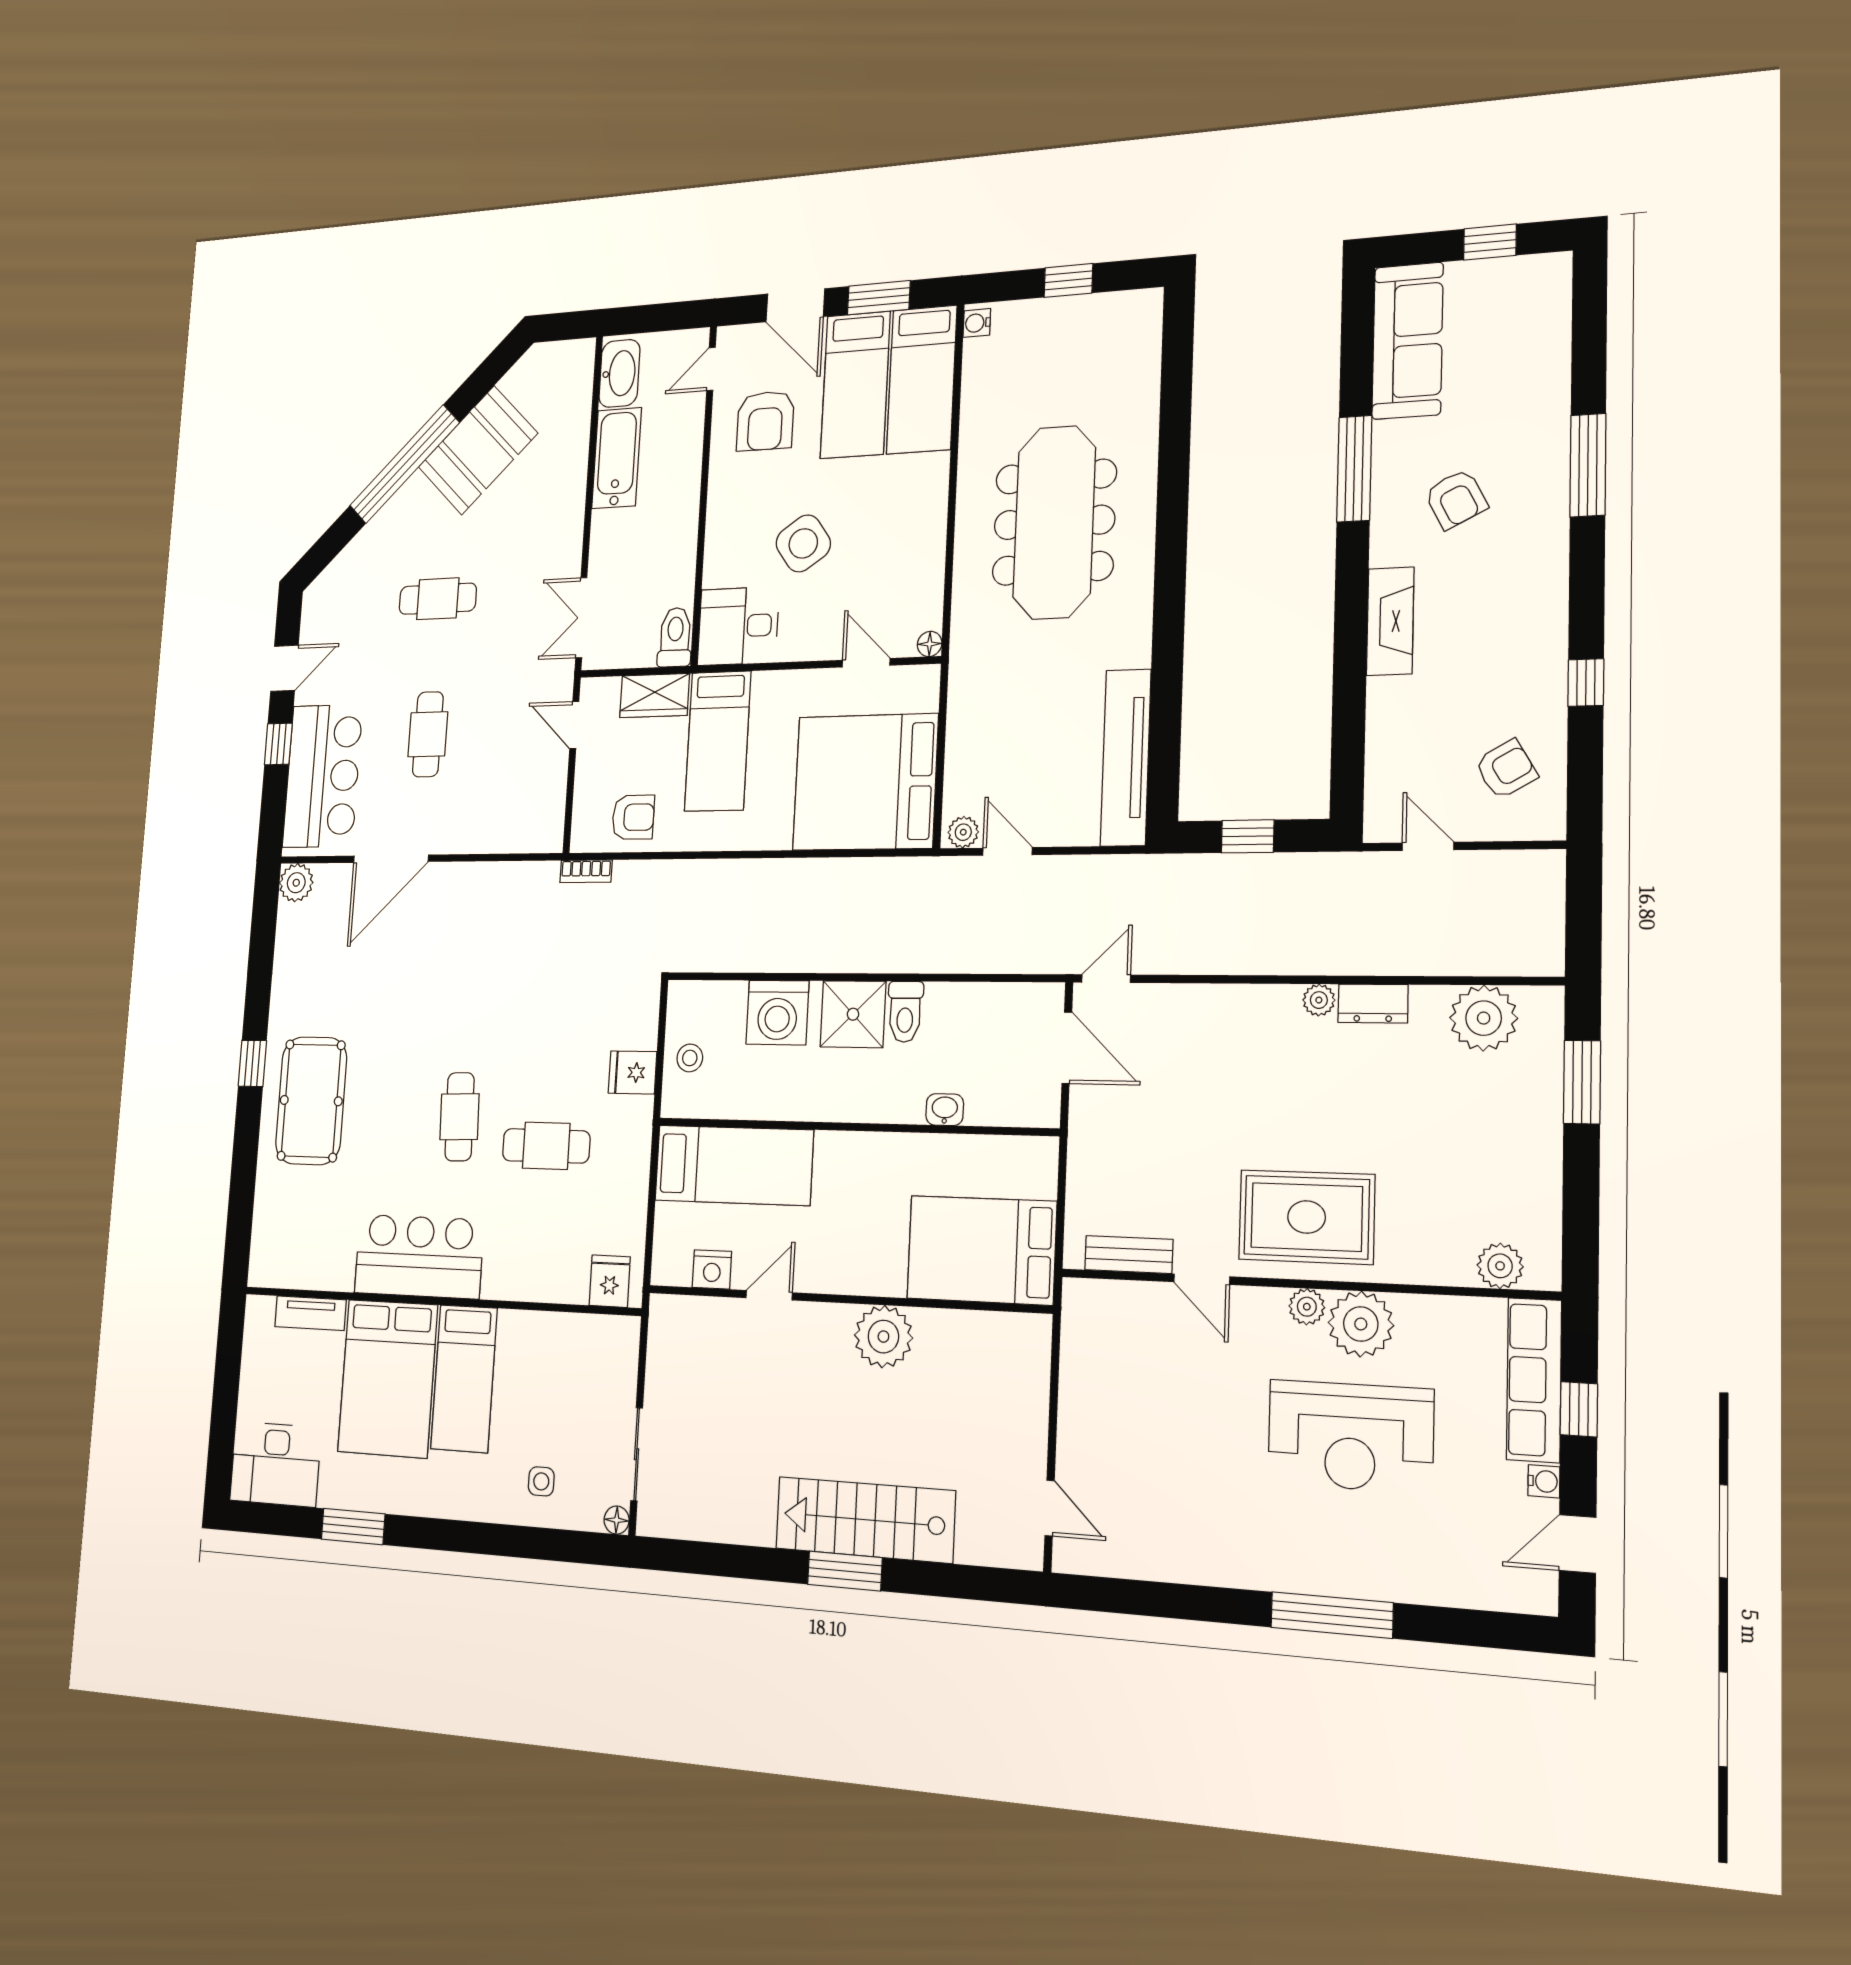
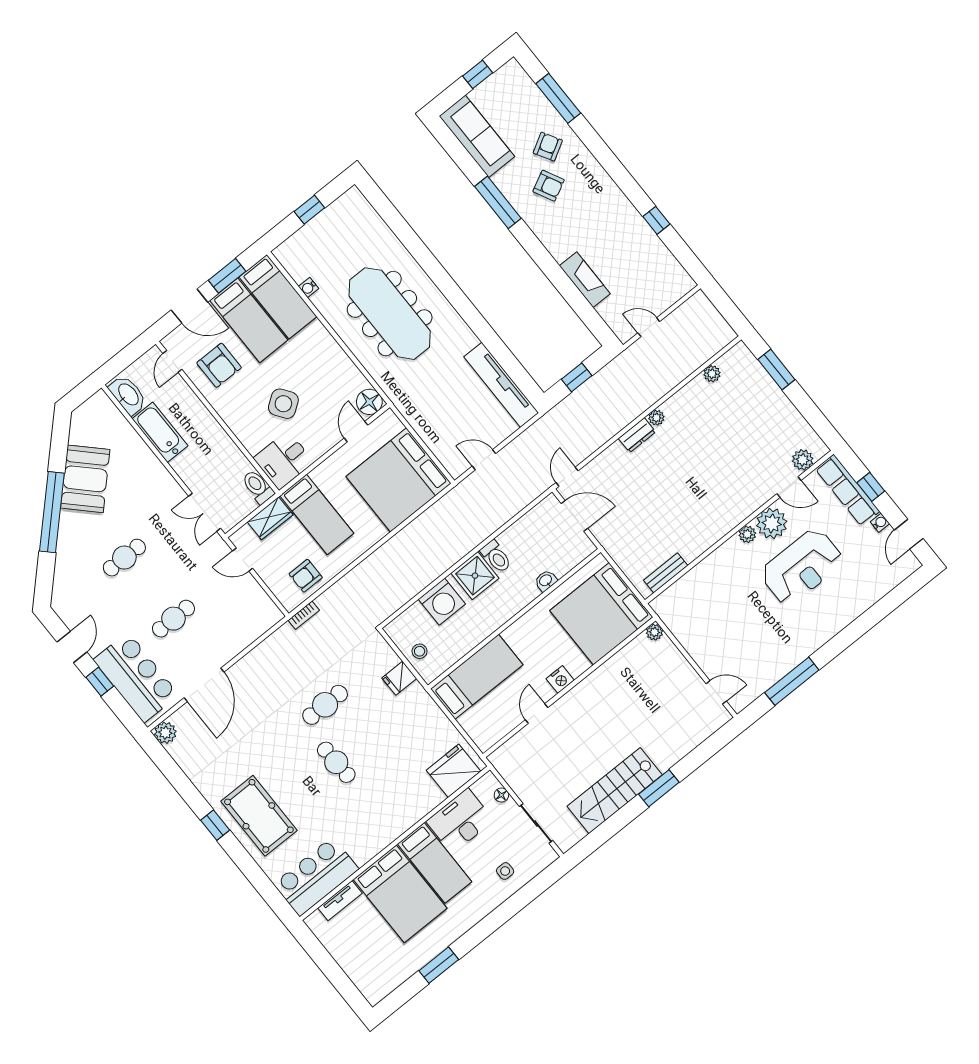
water cooler: (977, 323) -> (309, 288), moved
window: (1588, 465) -> (558, 98), moved
fireplace: (1390, 621) -> (585, 280), moved
floor lamp: (930, 644) -> (369, 402), width x1.89, depth x1.89
door: (866, 663) -> (356, 432), hinge flipped
cafe table: (428, 734) -> (173, 619), turned 90
armchair: (1506, 769) -> (548, 147), moved
armchair: (633, 817) -> (306, 576), turned 180
plant: (963, 832) -> (459, 467), removed
dresser: (1373, 1004) -> (637, 435), moved
plant: (1484, 1018) -> (712, 374), width x0.53, depth x0.53
cafe table: (546, 1146) -> (325, 705), moved
rug: (1307, 1217) -> (720, 502), removed
bed: (982, 1250) -> (601, 614), width x1.36
bar counter: (419, 1256) -> (316, 877), moved
nightstand: (712, 1269) -> (560, 680), moved
door: (1202, 1279) -> (789, 487), moved
fridge: (610, 1281) -> (453, 771), width x1.88, depth x1.34
plant: (883, 1337) -> (654, 632), moved, width x0.53, depth x0.53
desk: (275, 1464) -> (460, 821), moved, turned 180
floor lamp: (617, 1520) -> (501, 795), moved
stairs: (865, 1520) -> (615, 791), moved
window: (1332, 1615) -> (792, 681), moved

